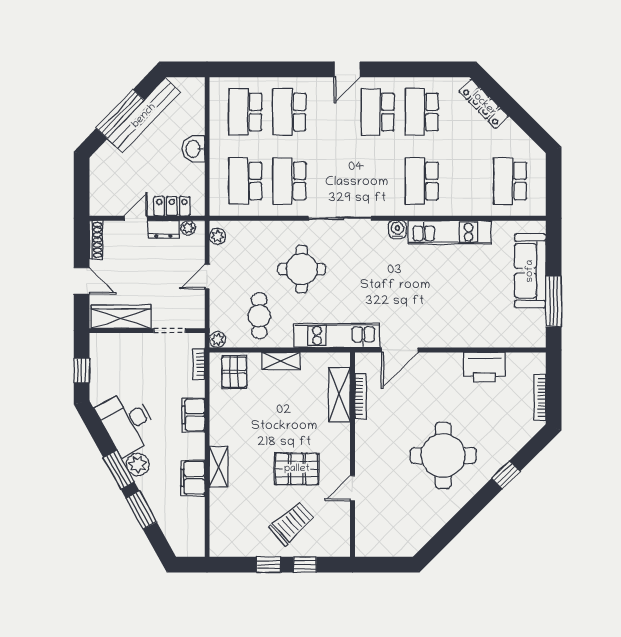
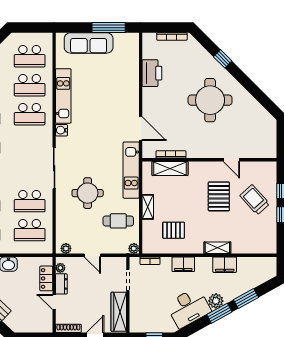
school desk: (466, 181) -> (30, 85), added
pallet: (234, 372) -> (174, 230), moved

